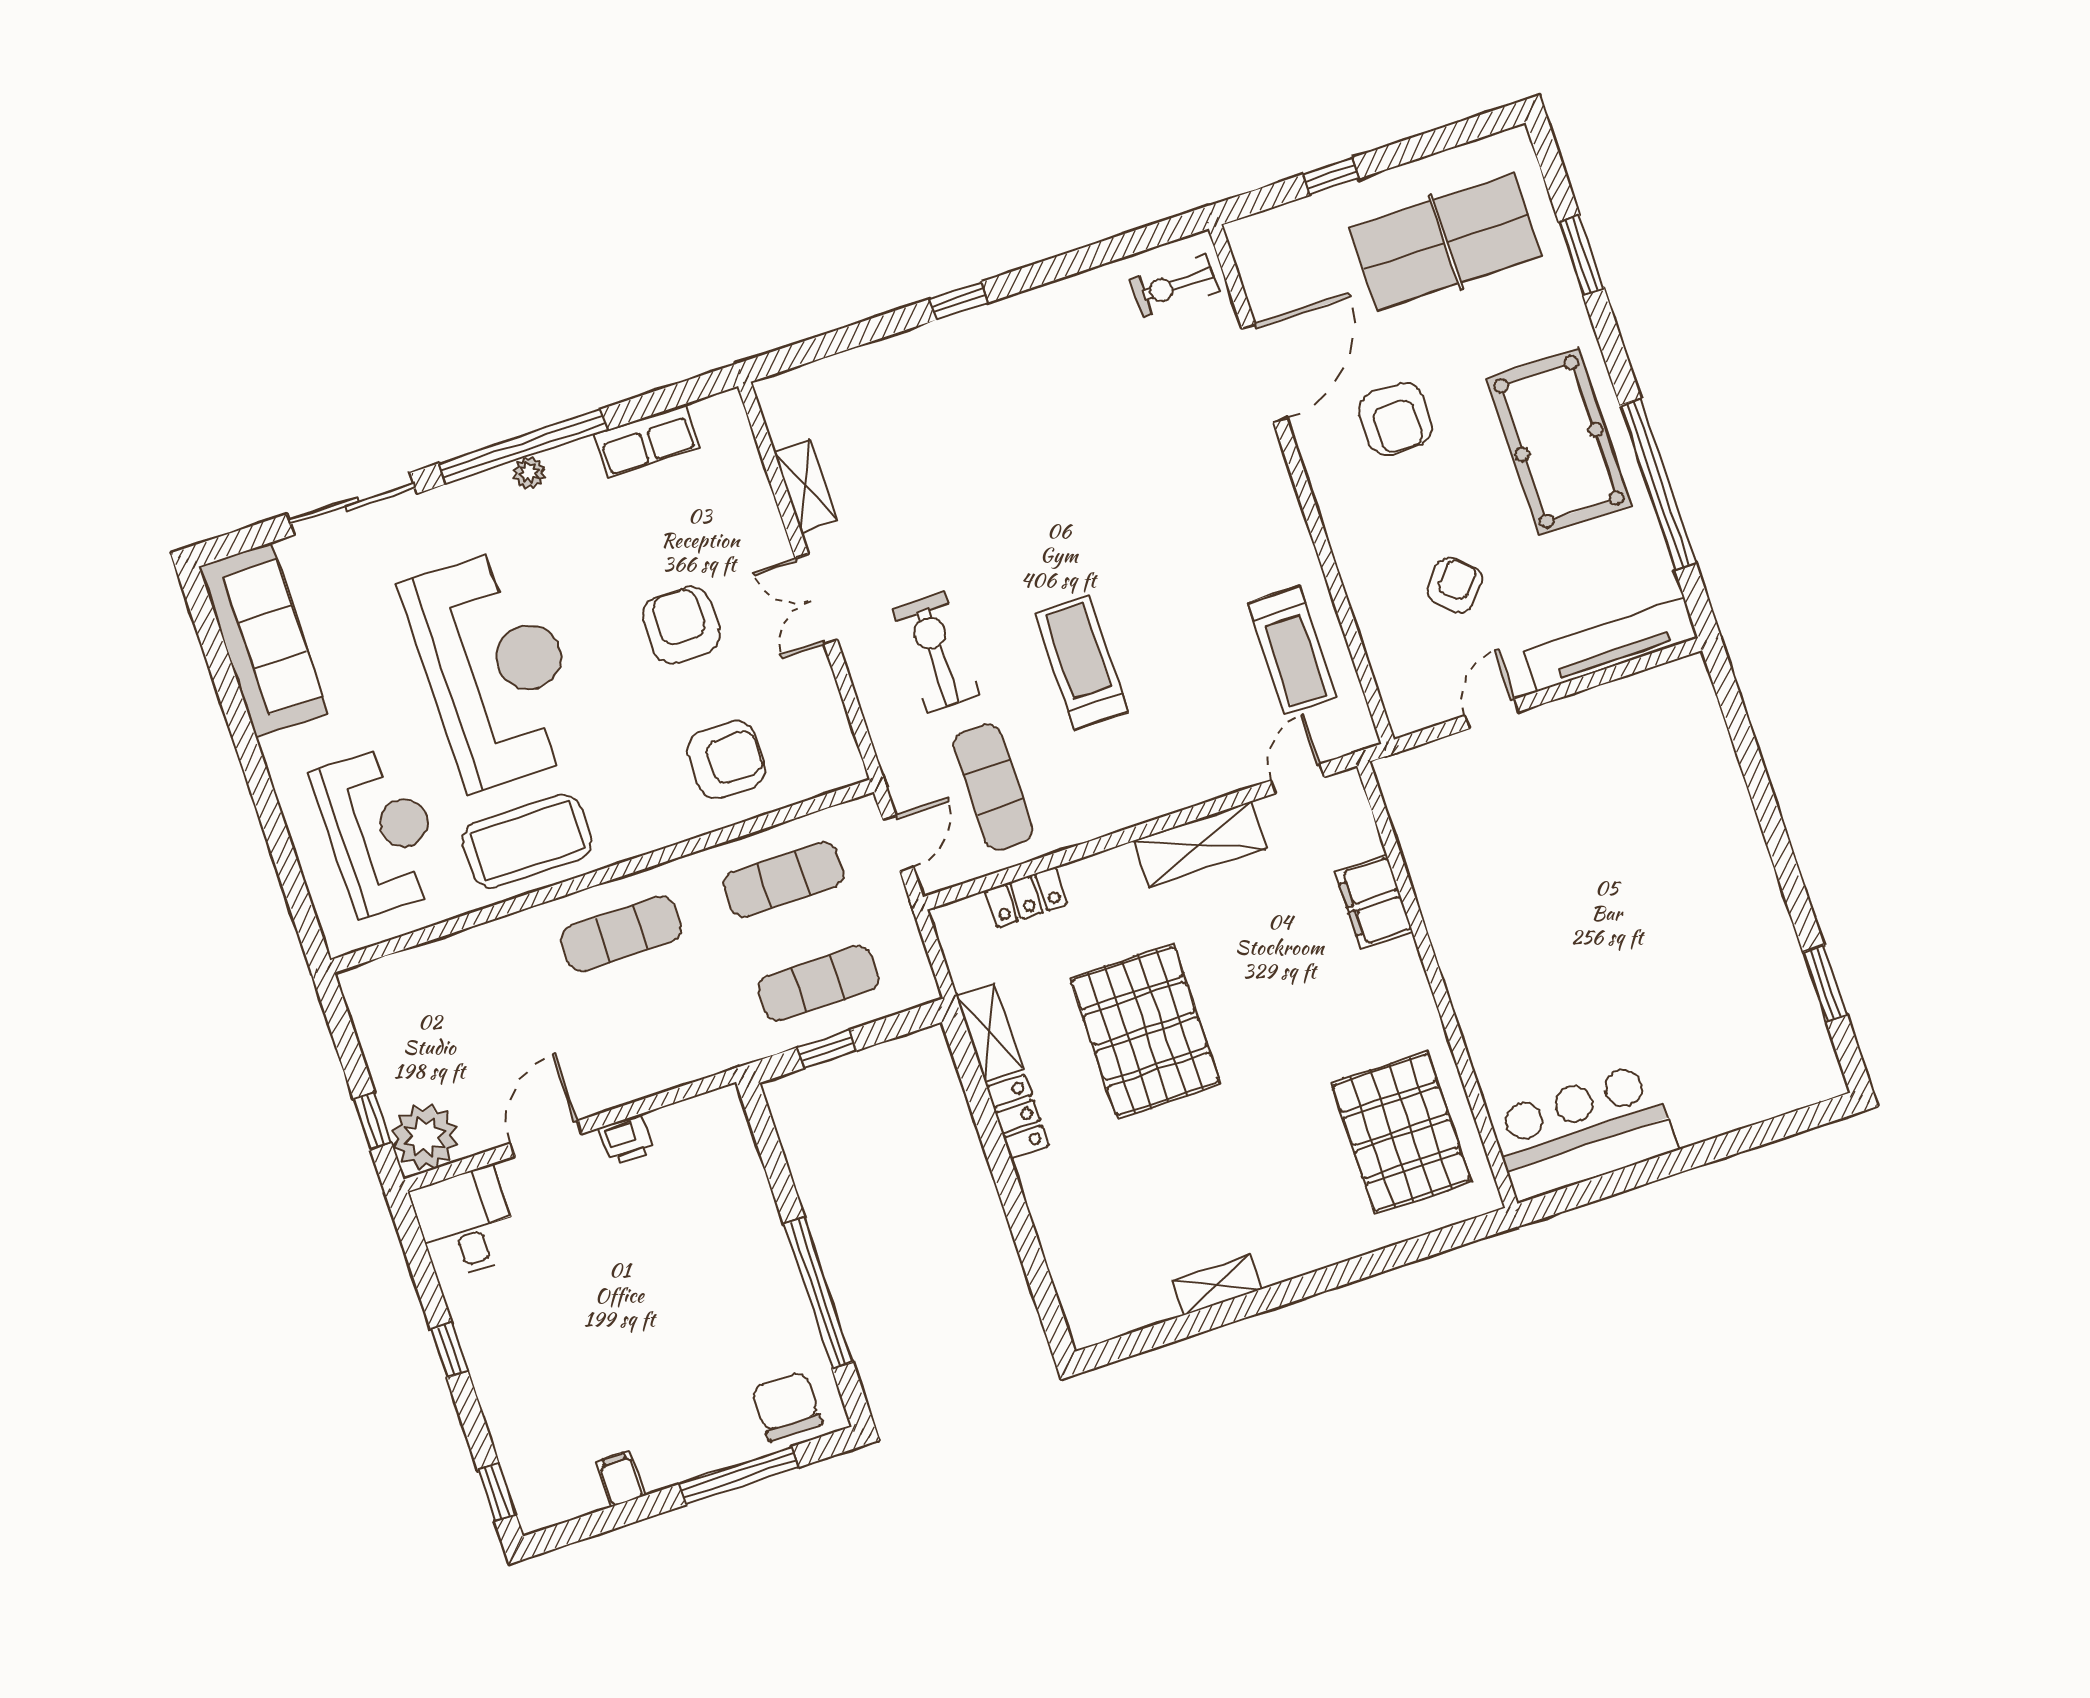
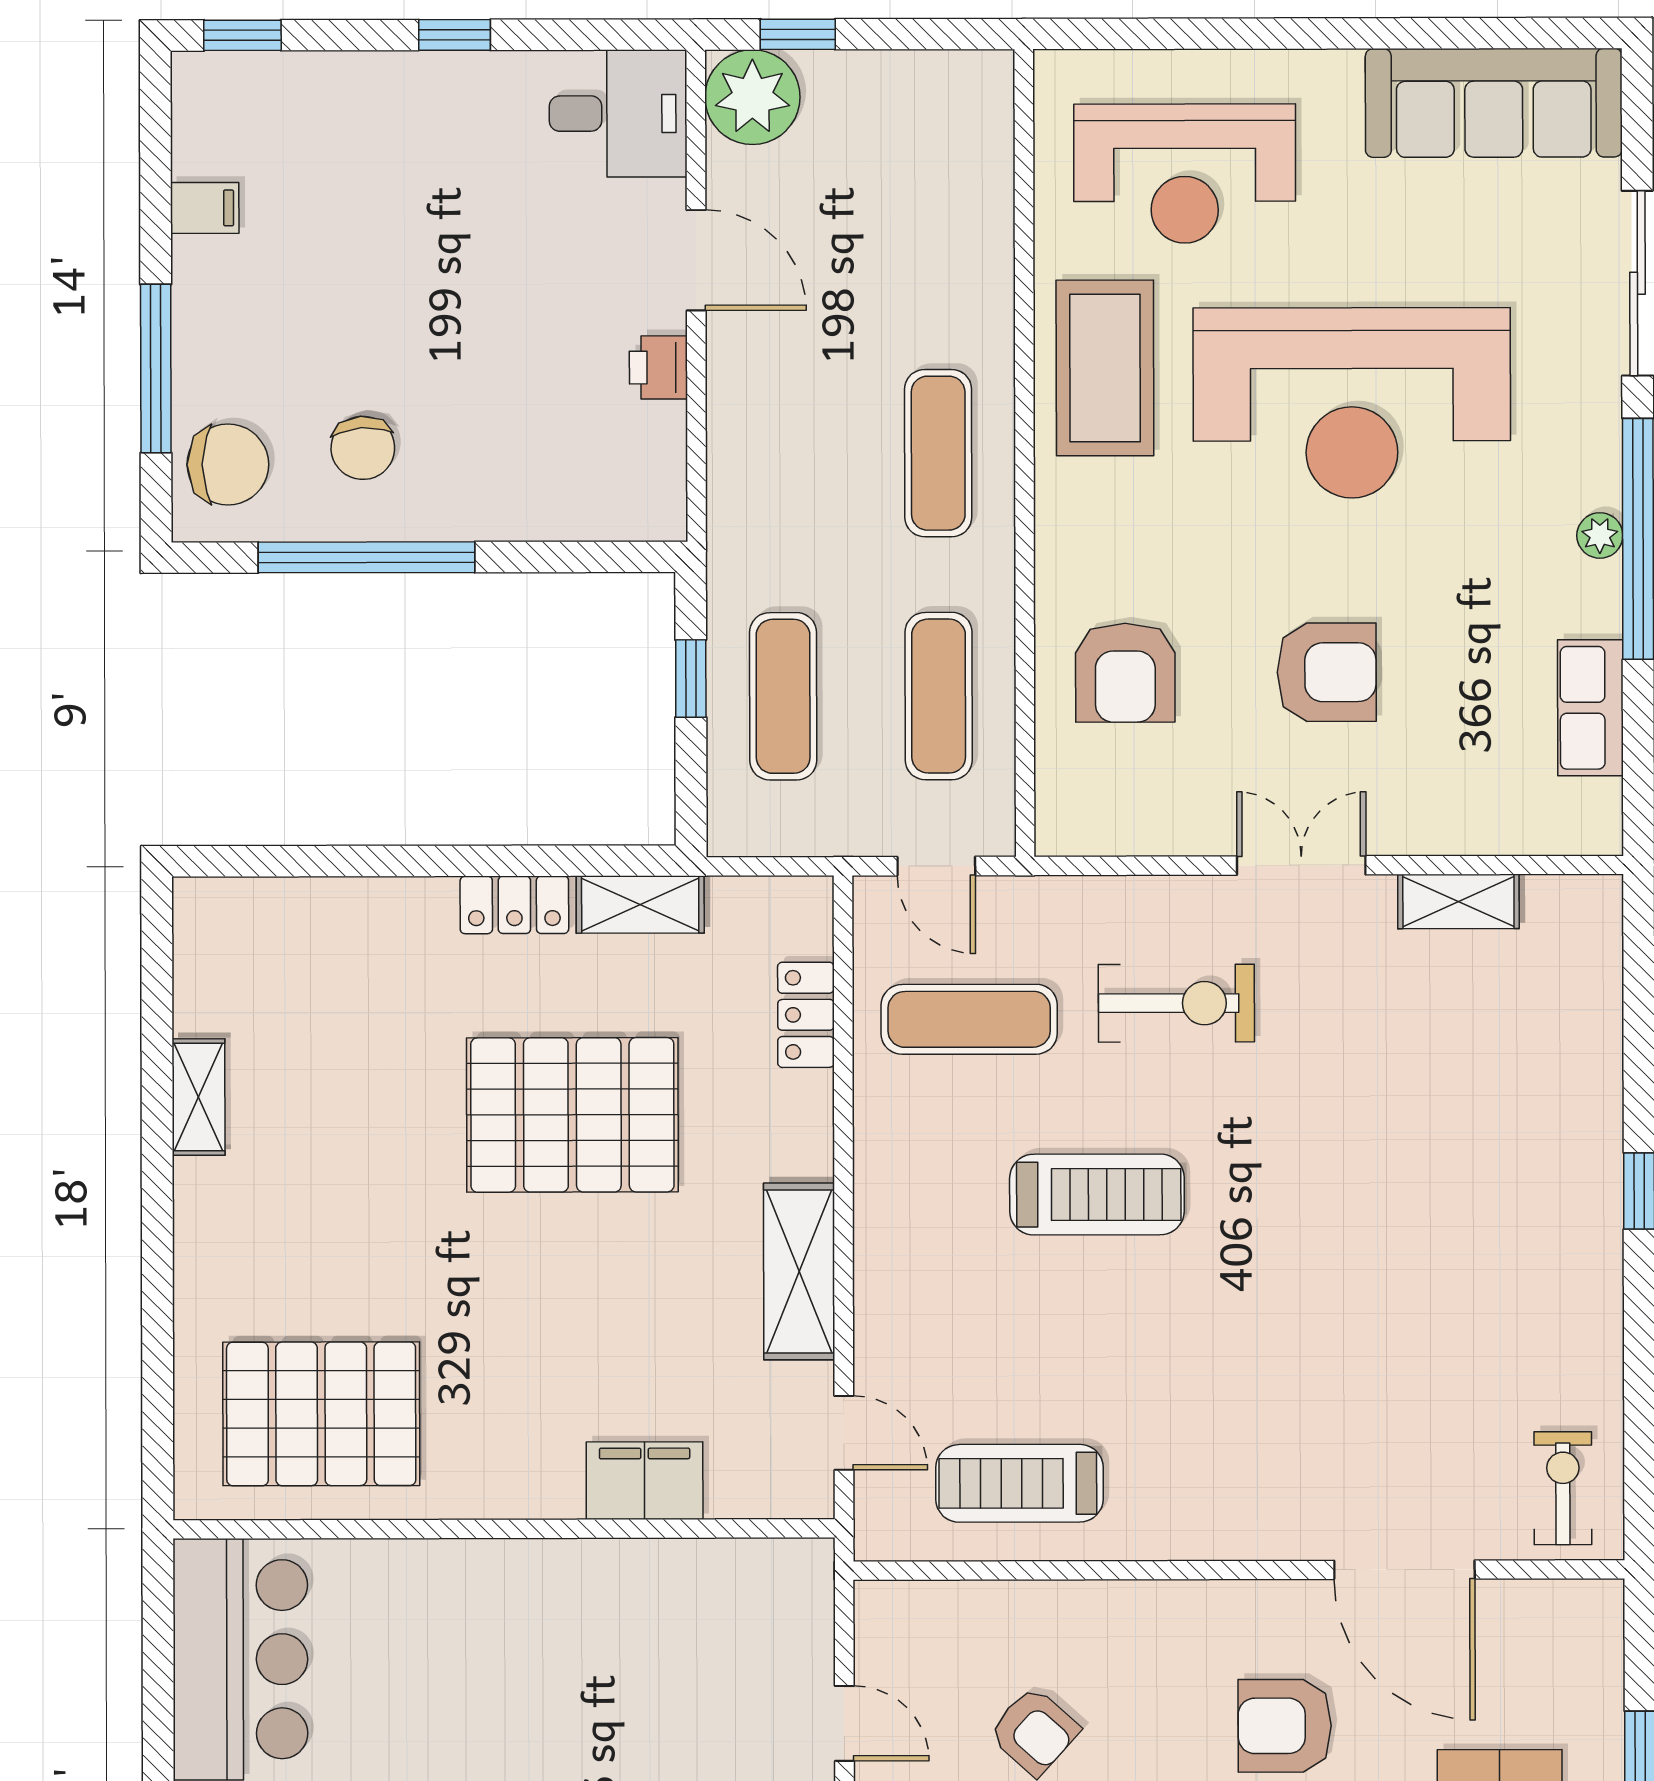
chair: (746, 1320) -> (363, 448), added

